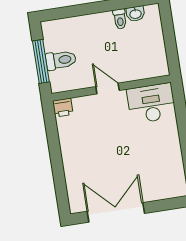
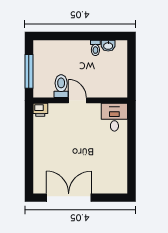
toilet: (61, 60) -> (61, 86), moved, turned -90
desk: (151, 103) -> (114, 117), width x0.73

